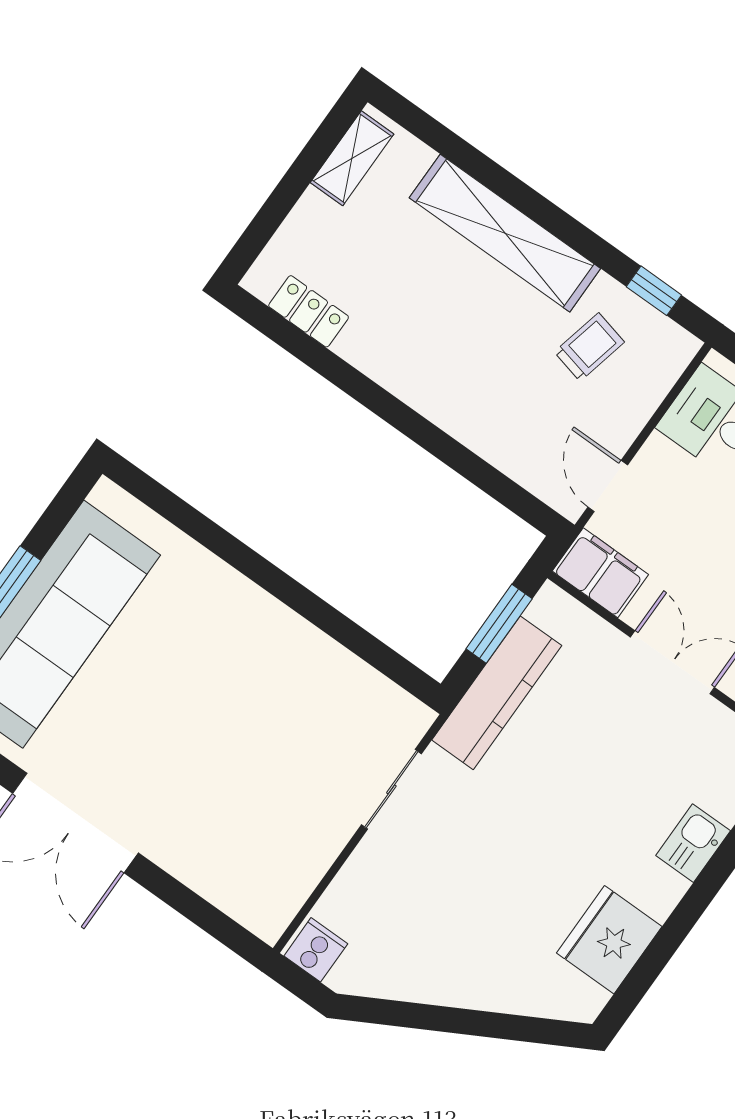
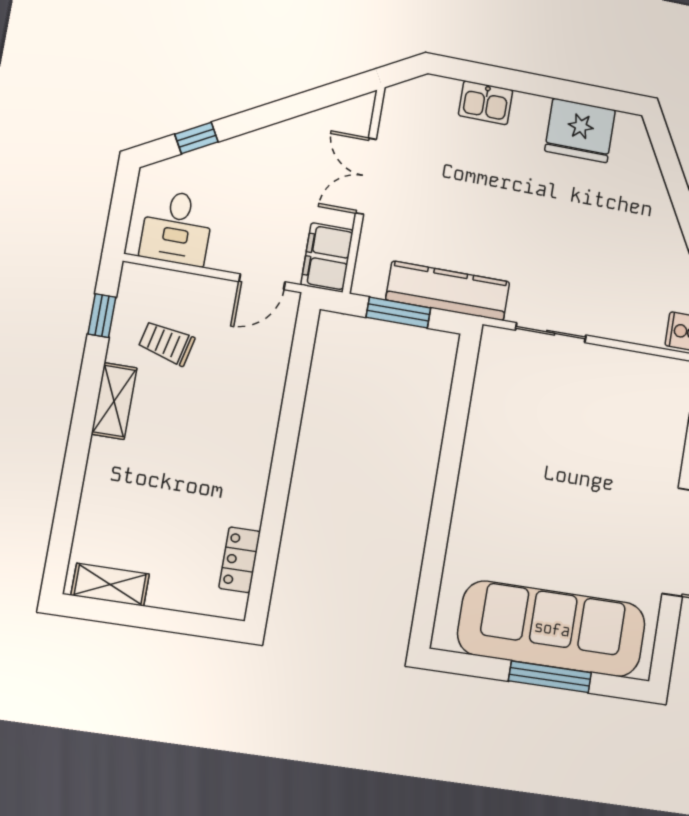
shelving: (505, 233) -> (114, 401), width x0.45, depth x0.75

